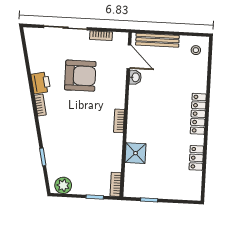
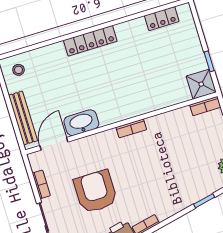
washbasin: (135, 77) -> (81, 123), width x1.91, depth x1.45
shower: (135, 153) -> (201, 84), moved
locker: (196, 158) -> (162, 19), moved

